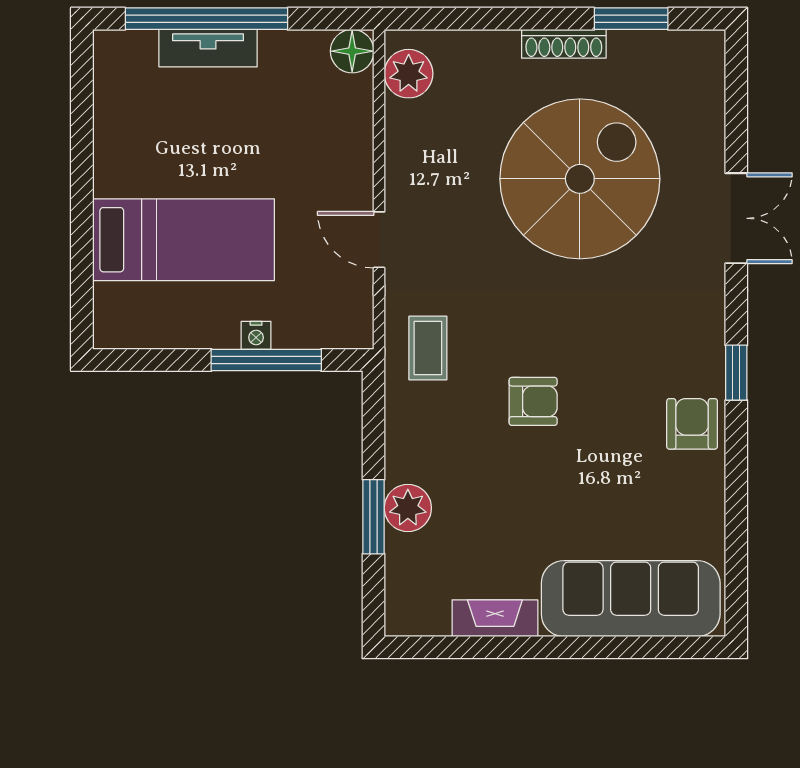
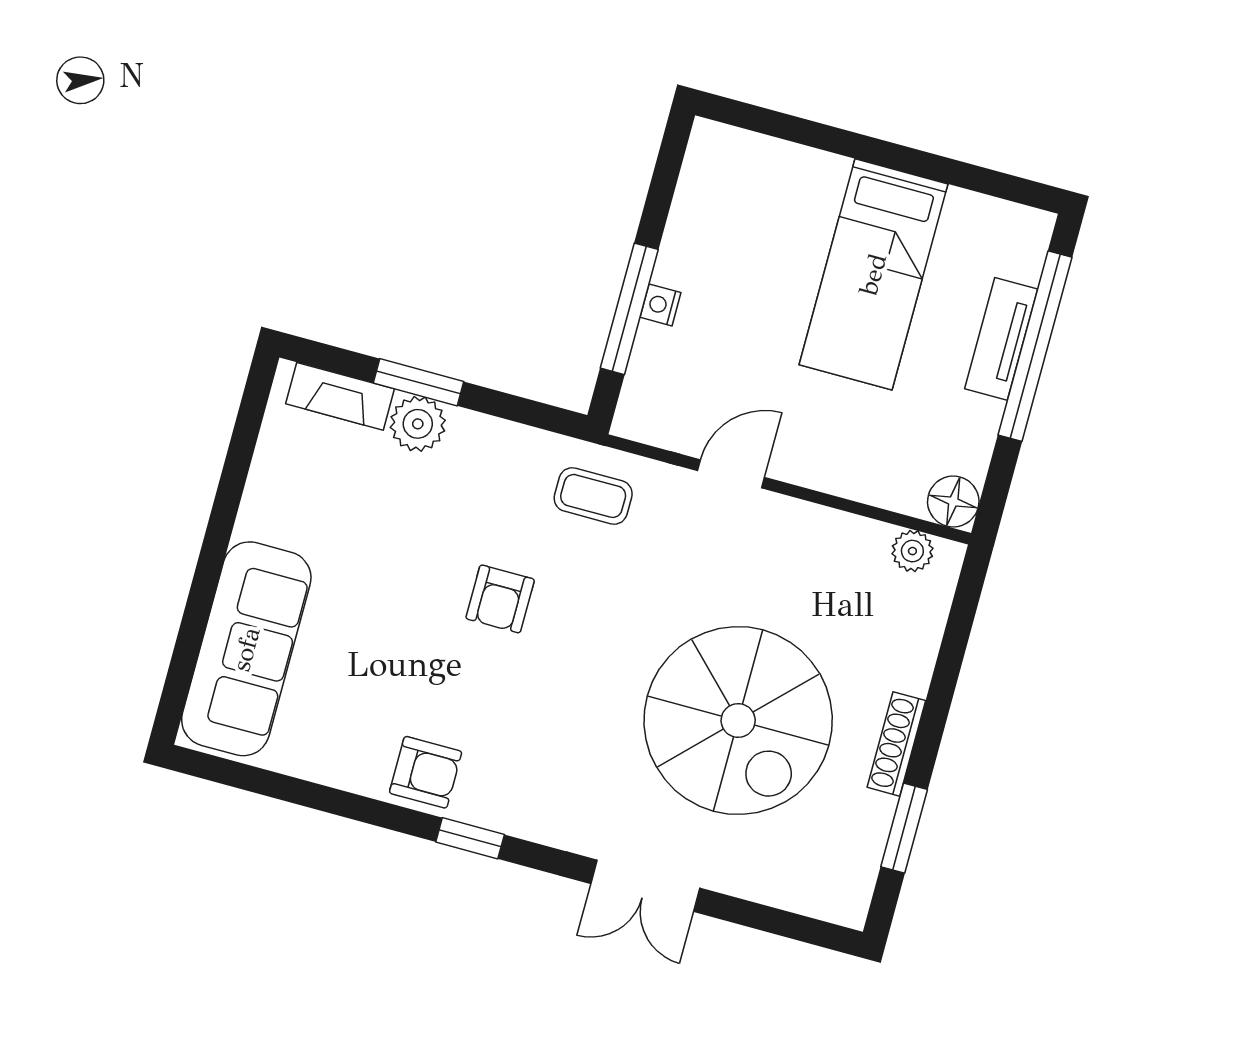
plant: (409, 74) -> (912, 551), width x0.73, depth x0.73
bed: (184, 240) -> (873, 274), moved
fireplace: (495, 618) -> (340, 396), moved, turned 90

